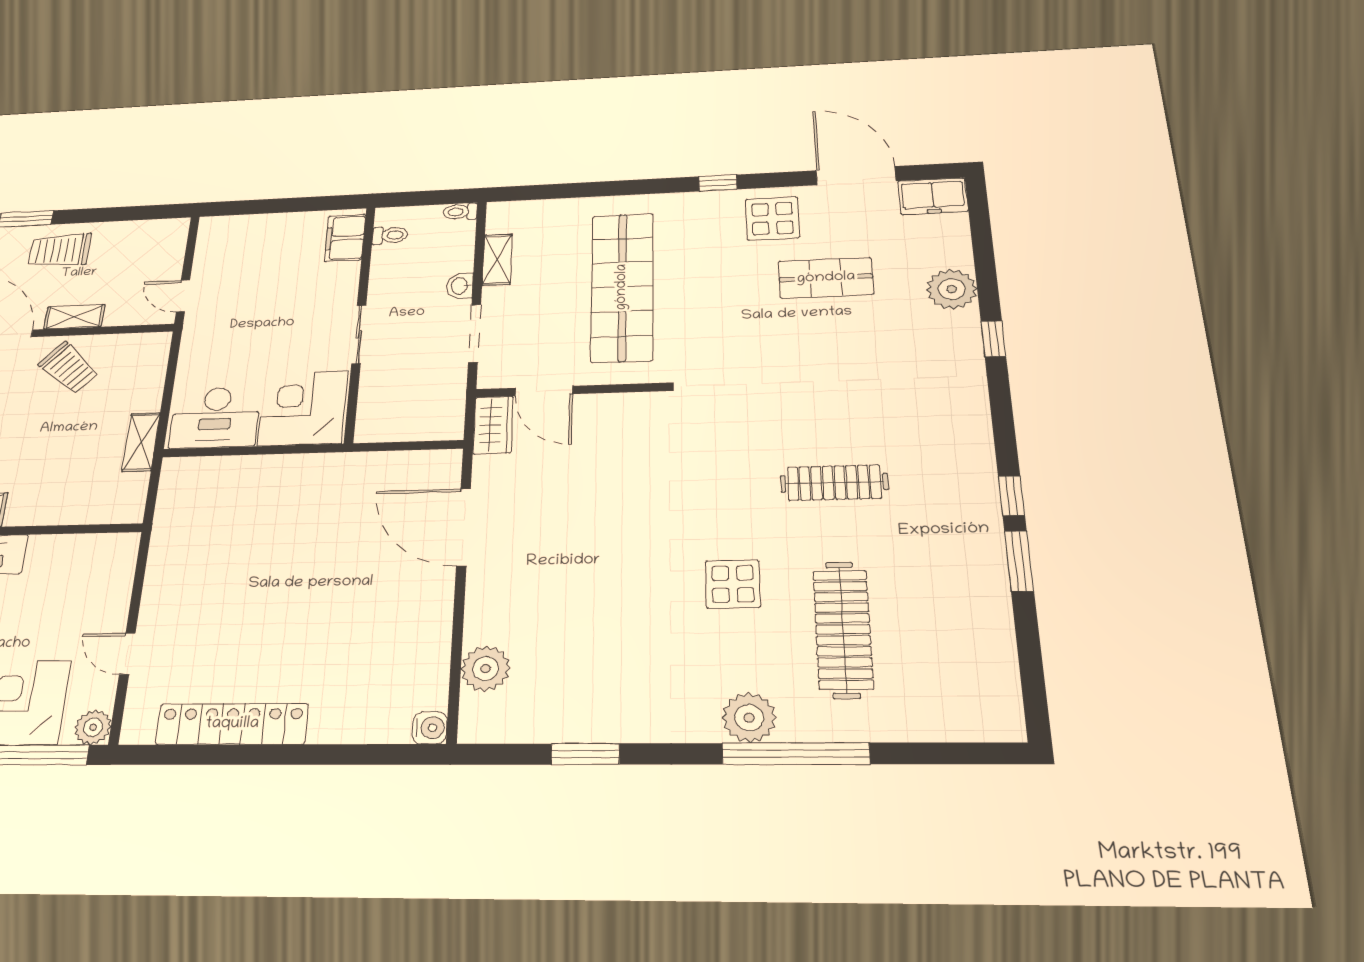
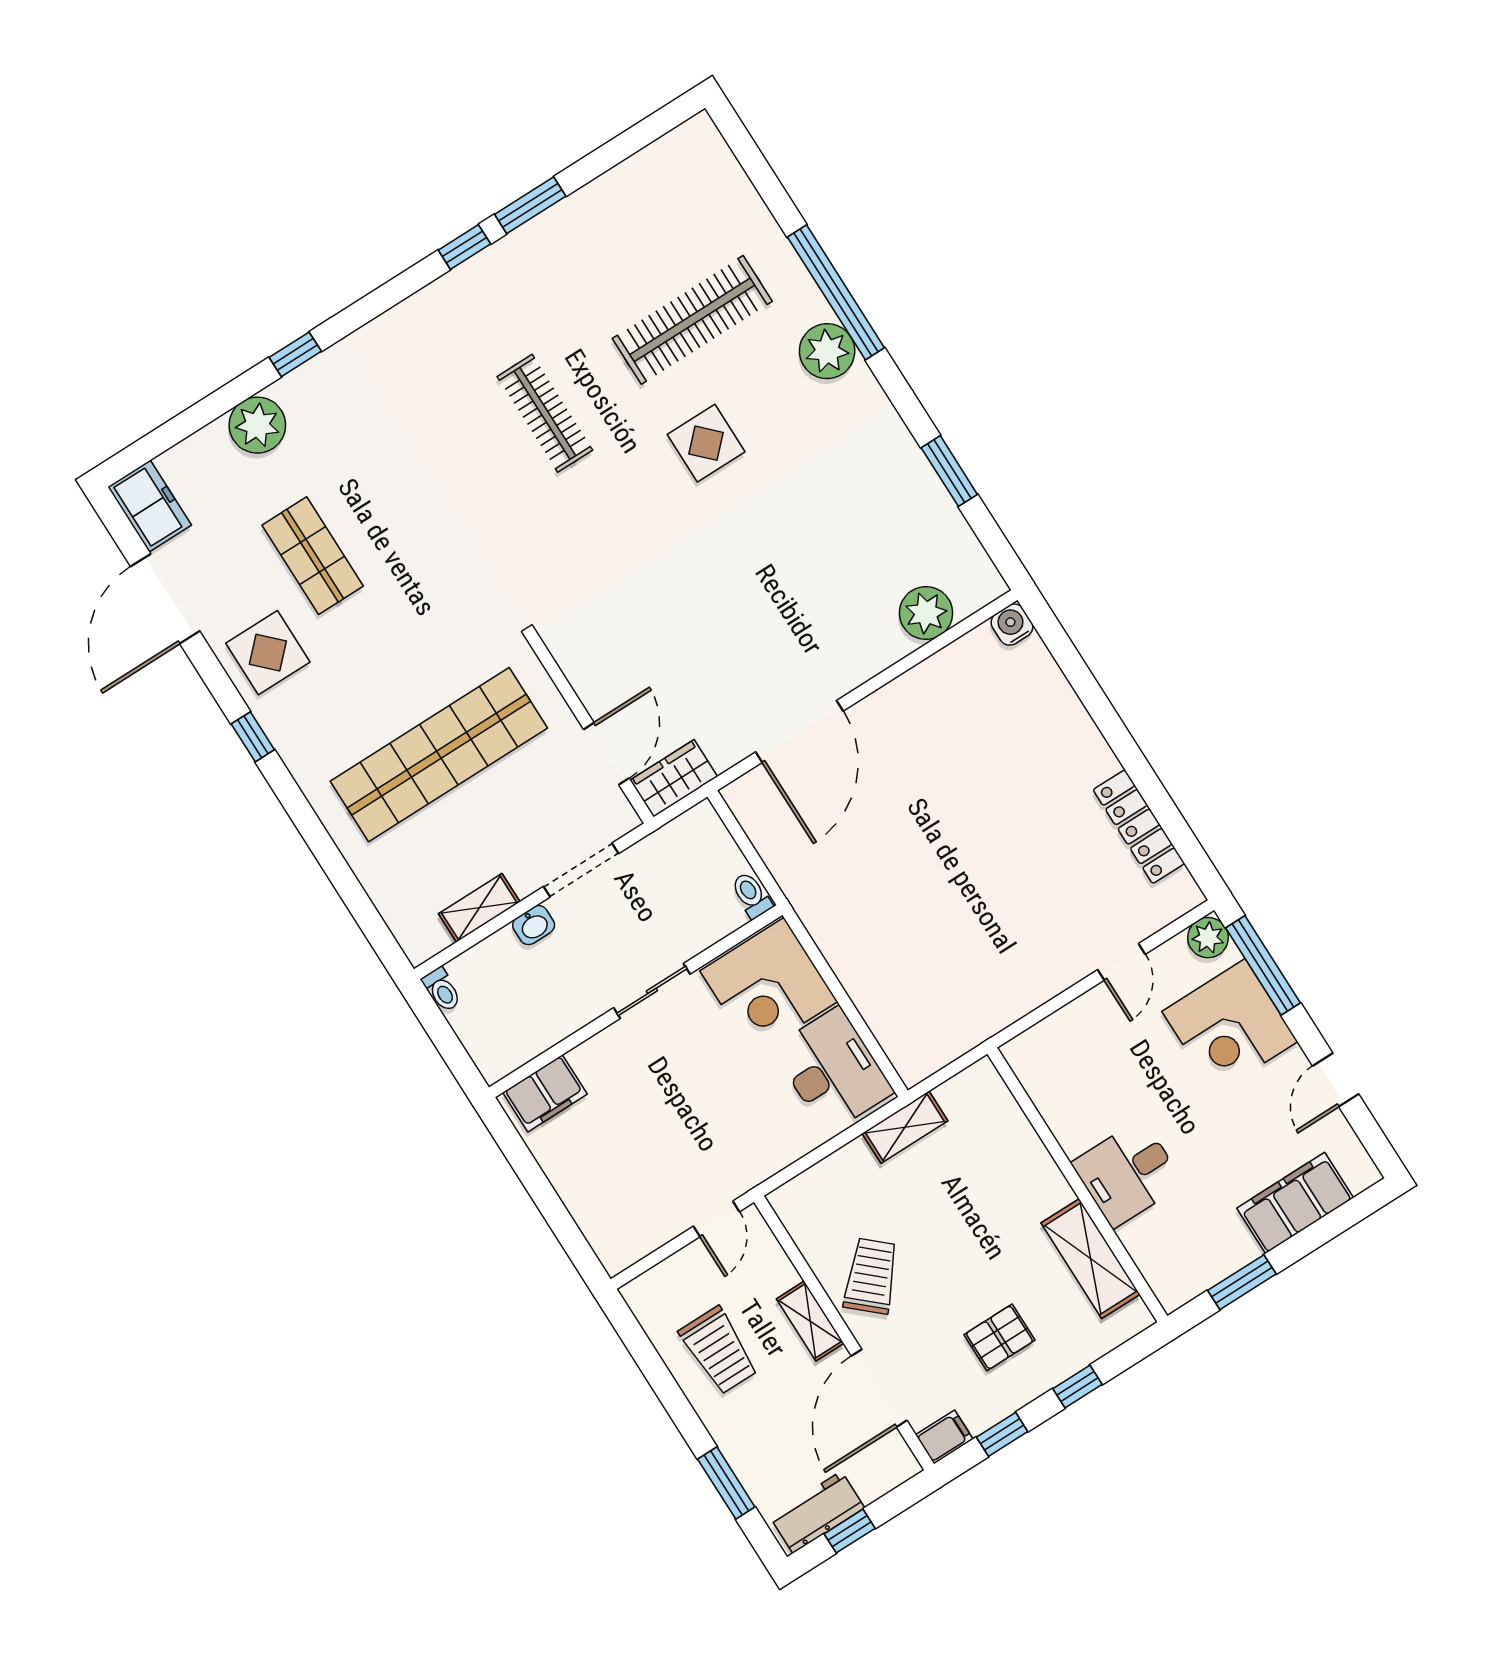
toilet: (390, 235) -> (751, 895), moved
trolley: (60, 250) -> (719, 1350), moved
locker: (232, 724) -> (1139, 827), width x0.71, depth x0.83

